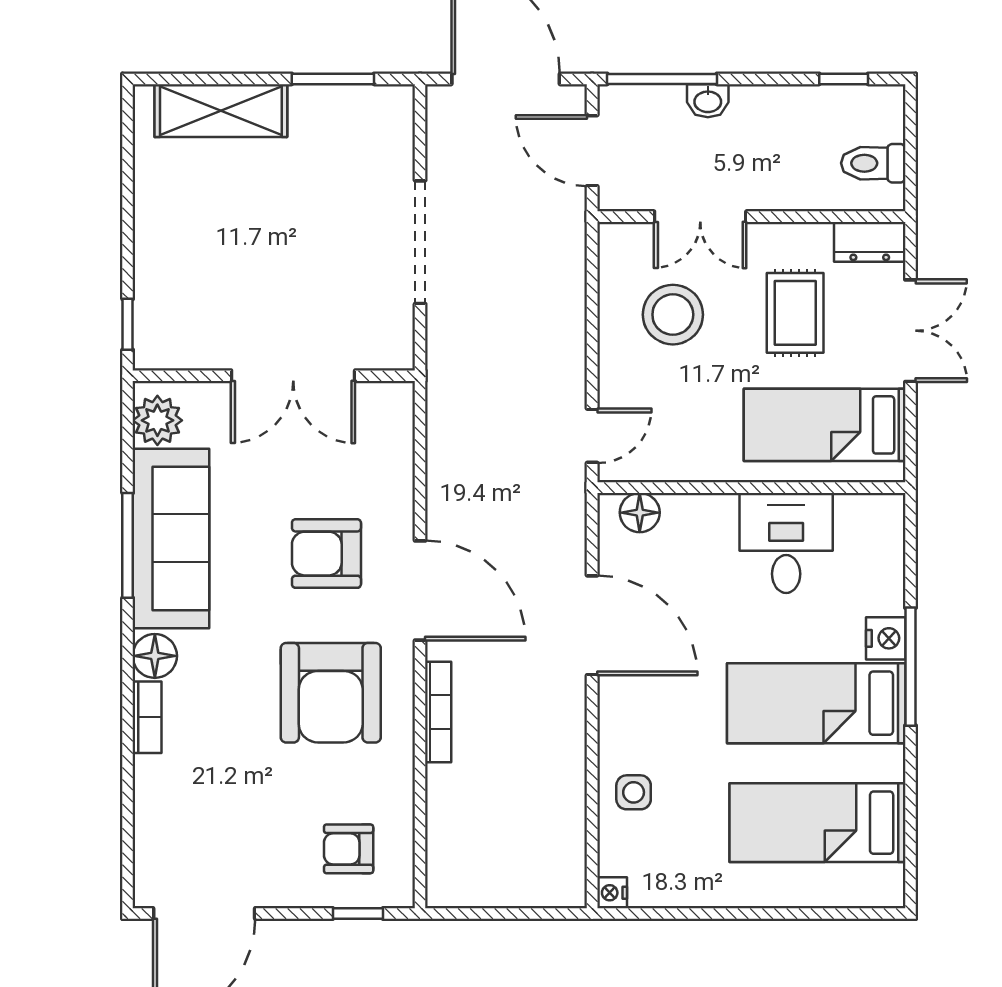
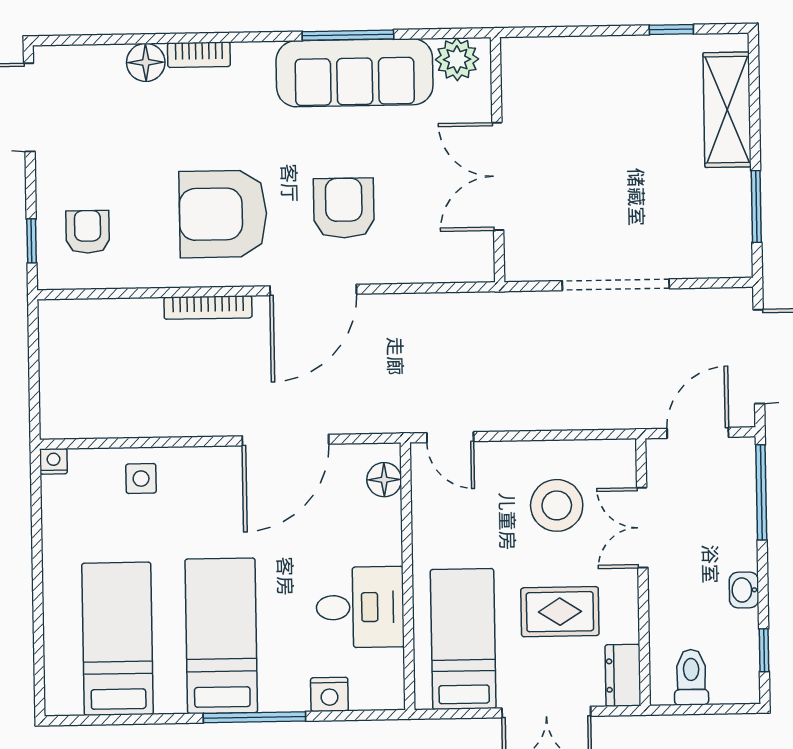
washbasin: (708, 101) -> (744, 590), moved
window: (128, 324) -> (671, 30), moved
nightstand: (886, 638) -> (329, 694), moved
floor lamp: (155, 656) -> (146, 62), moved

